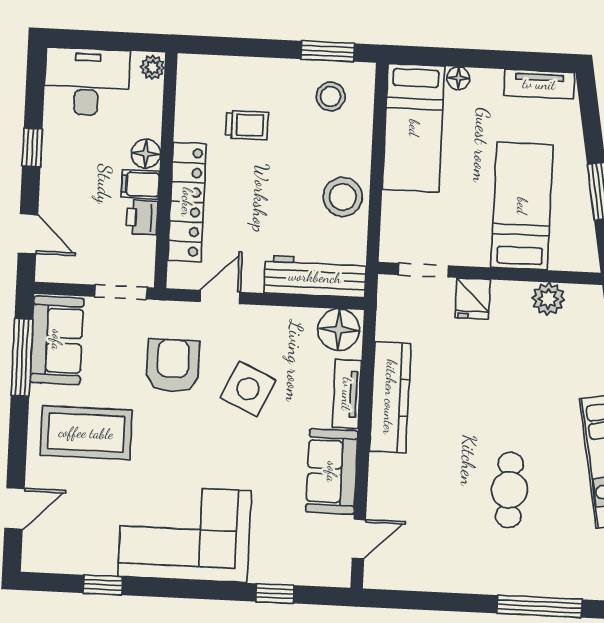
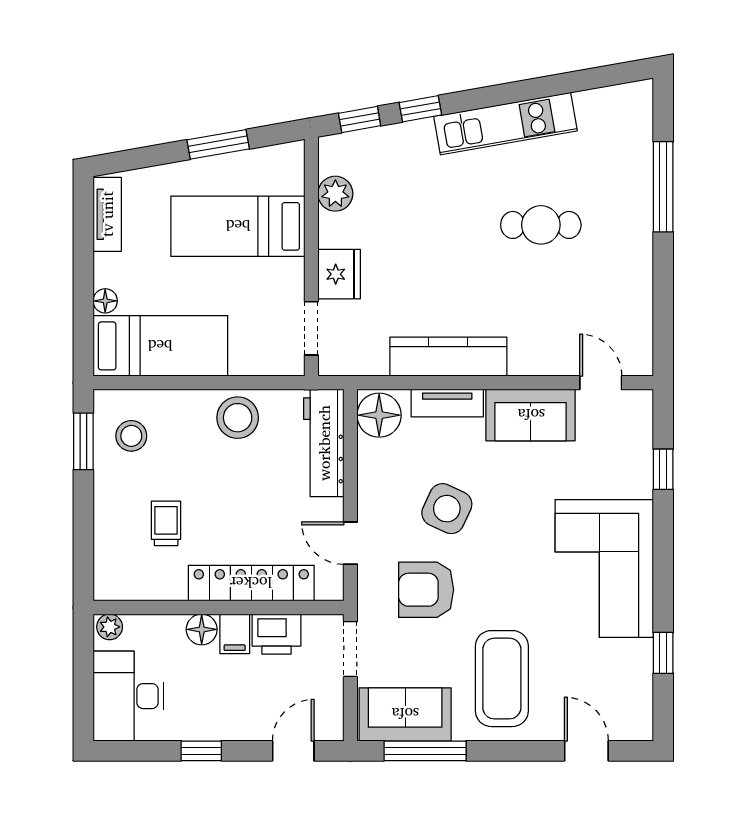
printer: (142, 218) -> (276, 634), width x1.36, depth x1.24
fridge: (473, 299) -> (339, 274), width x1.38

